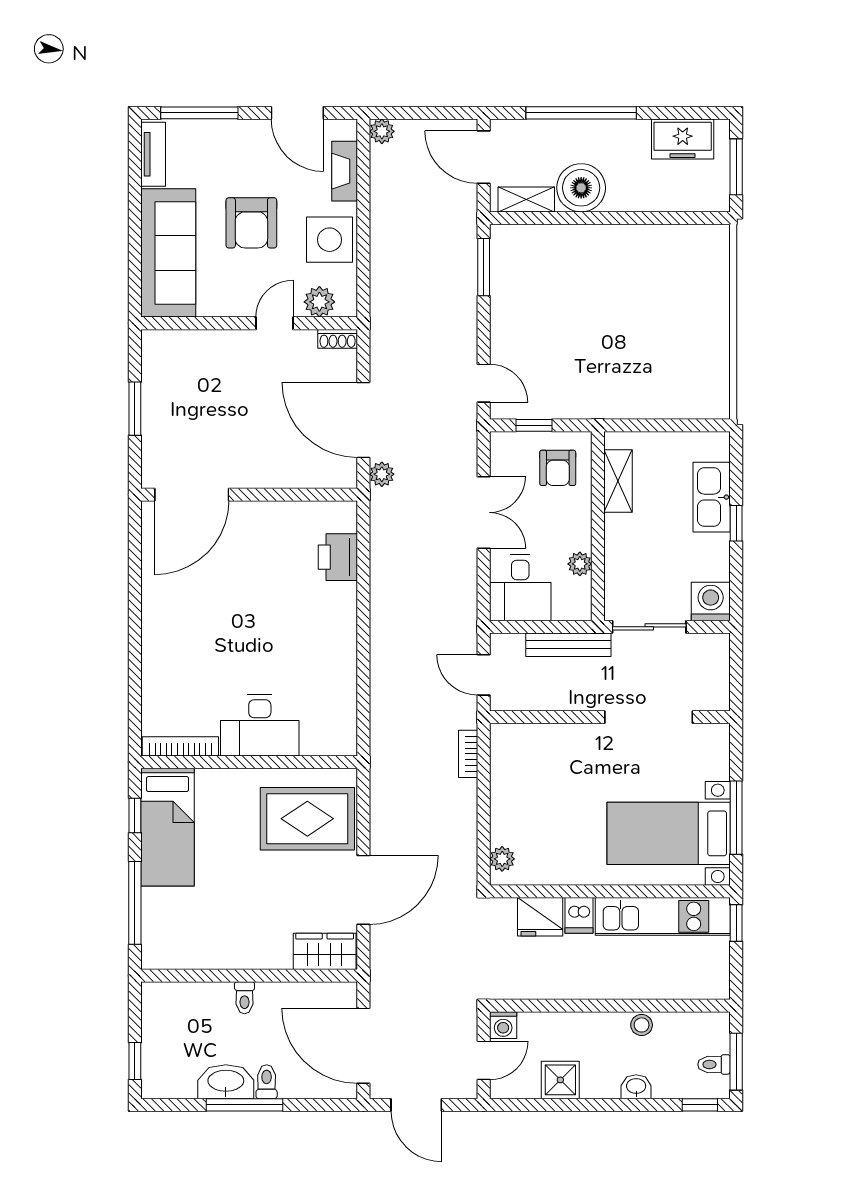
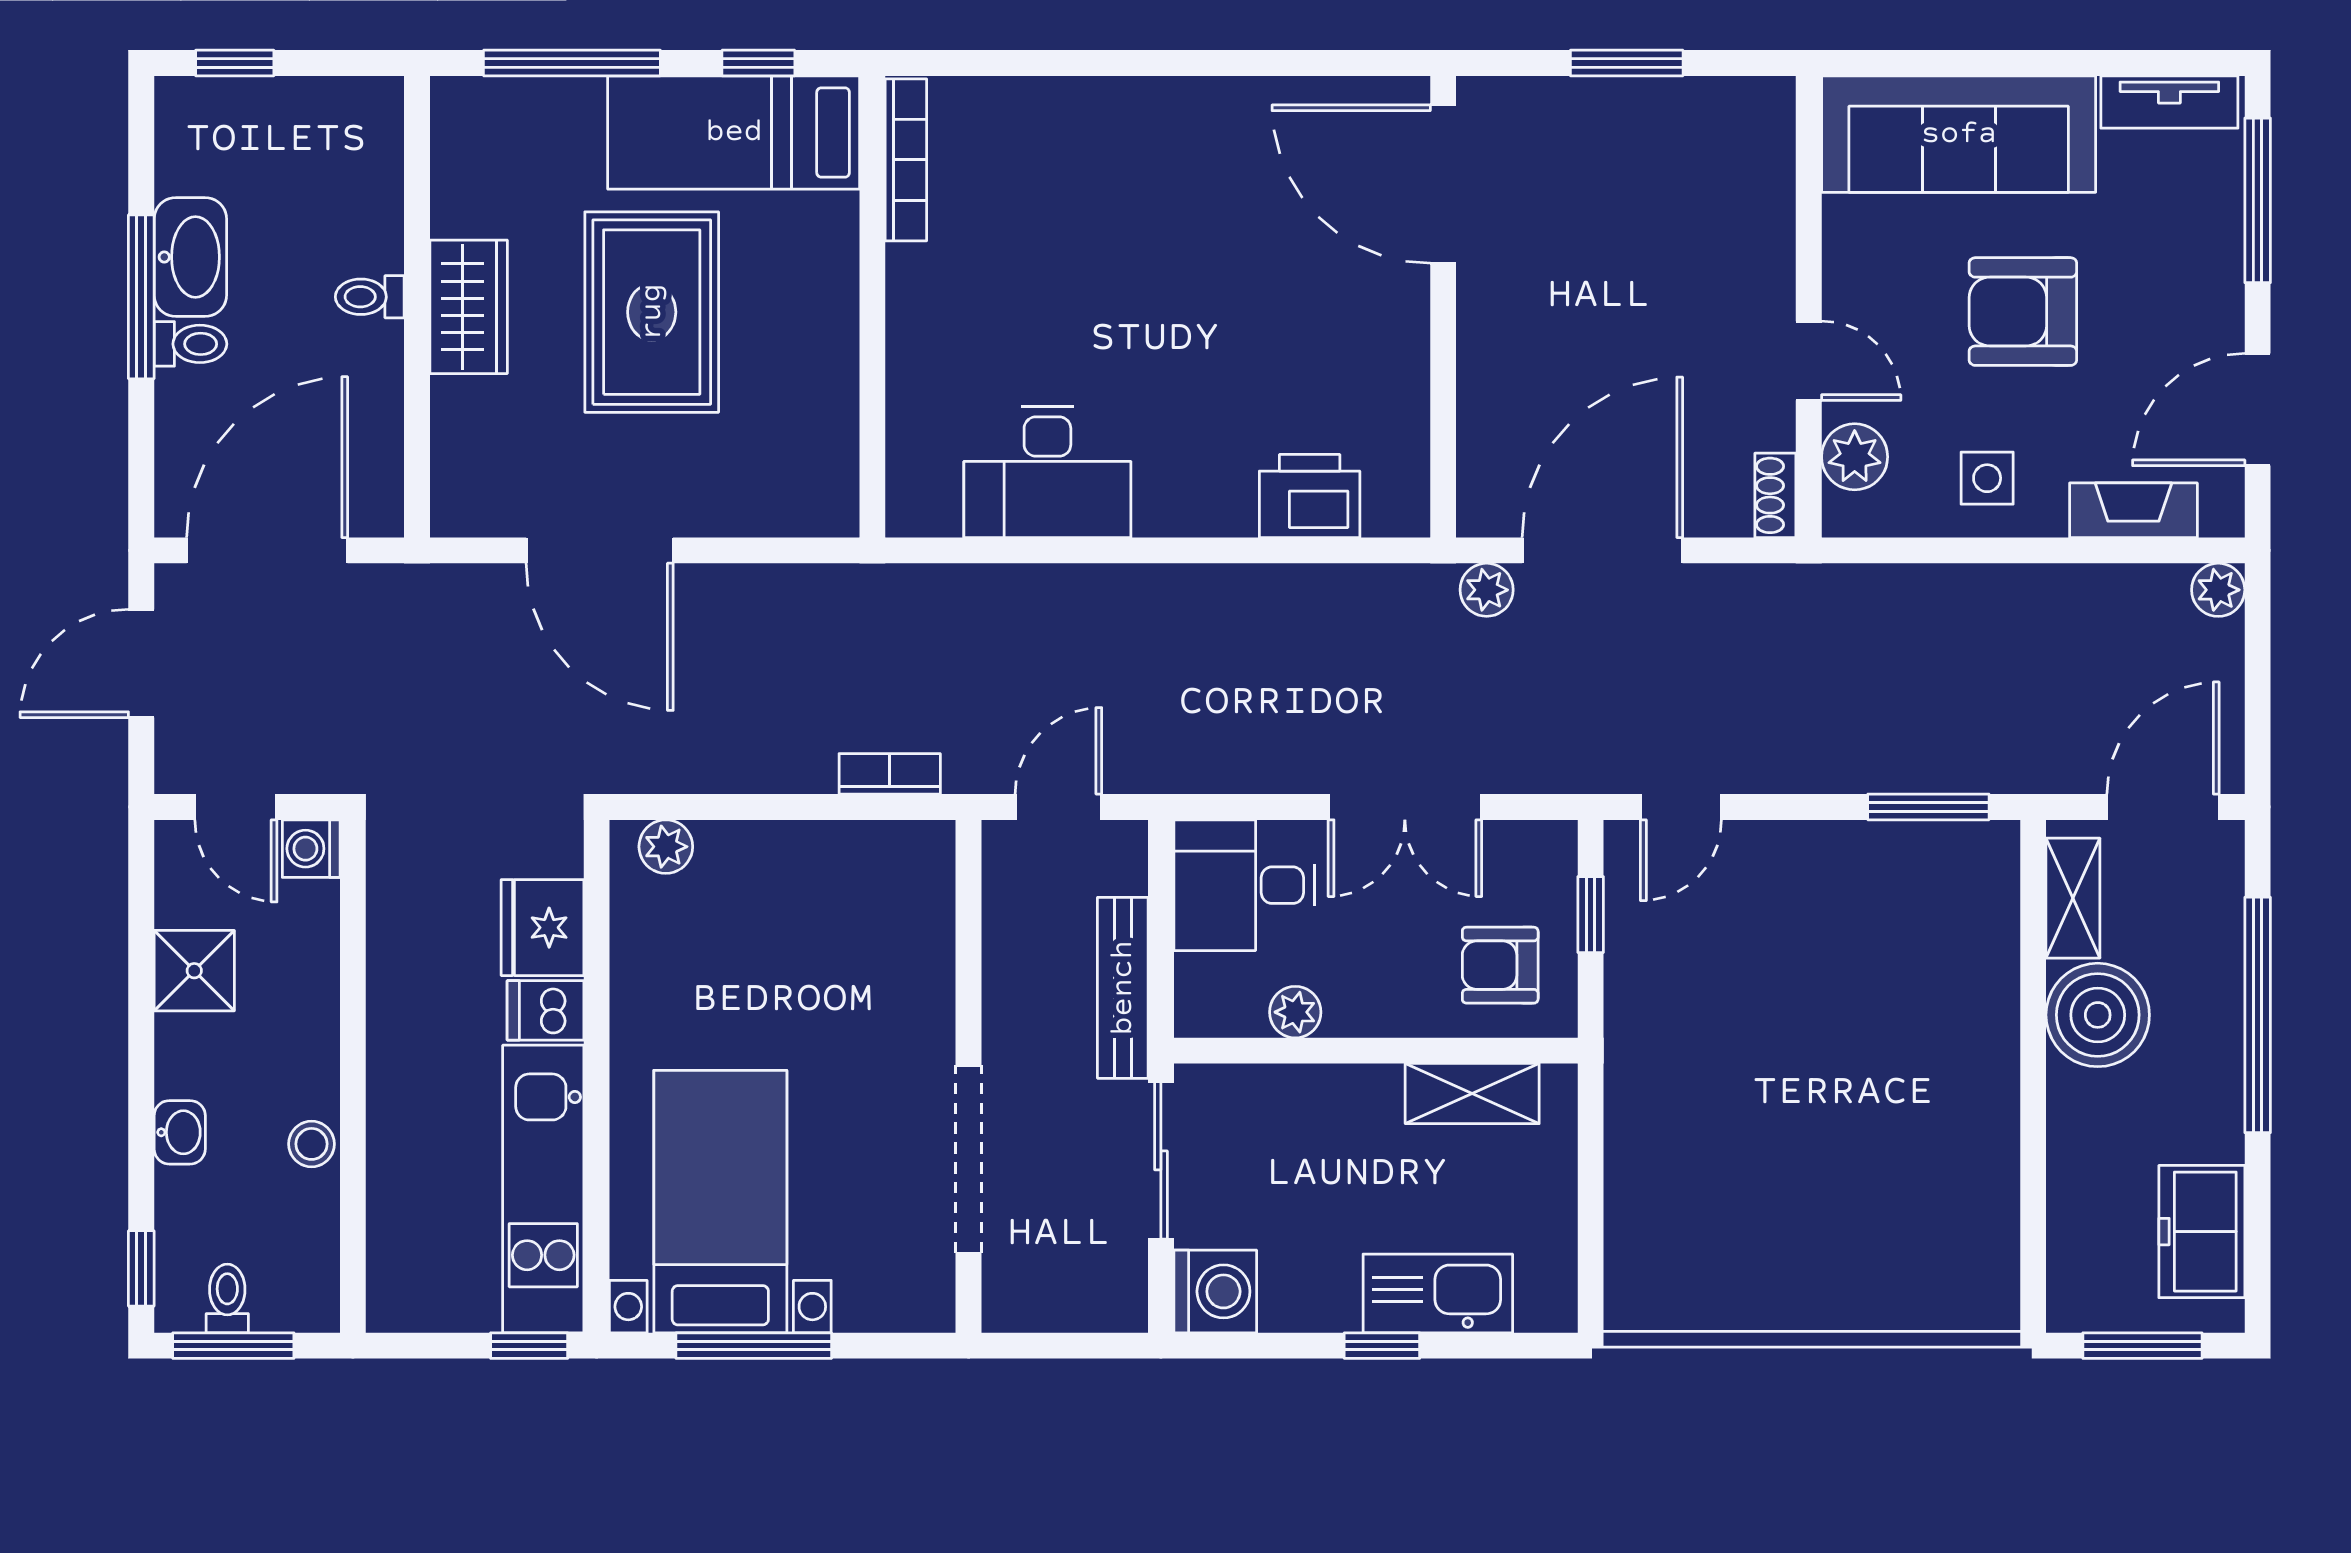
side table: (329, 240) -> (1987, 478), width x0.54, depth x0.54
desk: (260, 725) -> (1047, 472), moved, turned -90
rug: (307, 819) -> (652, 312), moved
wardrobe: (325, 951) -> (469, 307), moved

